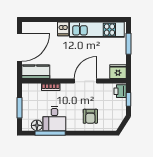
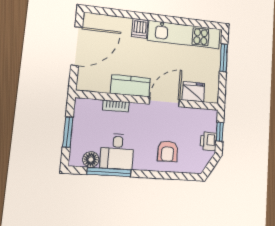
kitchen counter: (36, 72) -> (130, 86), moved
fridge: (118, 72) -> (193, 92), moved
printer: (120, 91) -> (208, 141), moved

